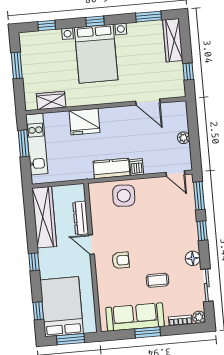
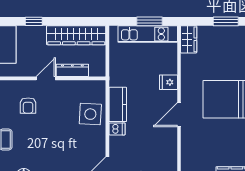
wardrobe: (51, 101) -> (189, 39), moved
door: (148, 102) -> (179, 115), moved
fridge: (84, 122) -> (168, 82), width x0.53, depth x0.75

